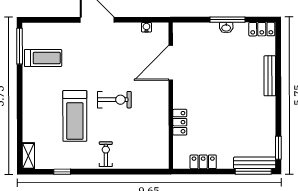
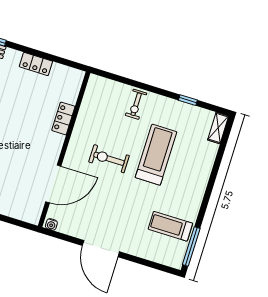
door: (171, 63) -> (53, 184), moved
wall: (171, 96) -> (64, 149), moved
locker: (180, 122) -> (63, 118), moved

